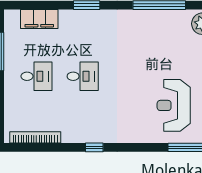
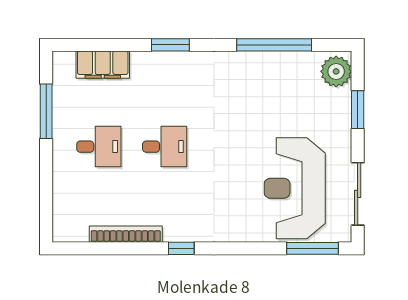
reception desk: (174, 105) -> (295, 188), width x1.36, depth x1.30
bookcase: (35, 137) -> (126, 234), moved

